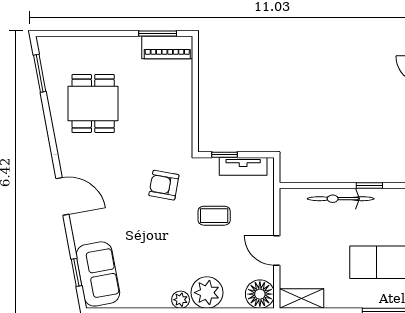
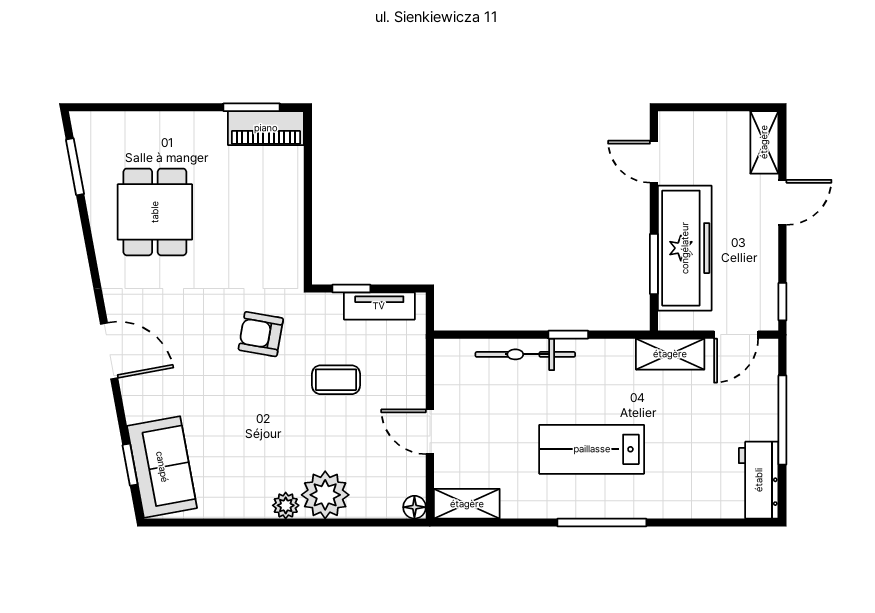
floor lamp: (260, 294) -> (414, 507), width x0.53, depth x0.53

